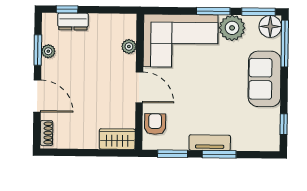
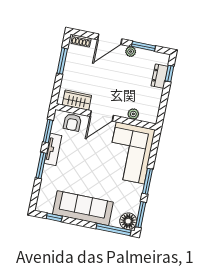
plant: (232, 28) -> (133, 193), removed
plant: (48, 51) -> (131, 52), moved
sofa: (265, 79) -> (83, 208), width x1.36
armchair: (155, 124) -> (72, 122), turned 90
wardrobe: (117, 139) -> (77, 100), moved, turned -90
tv unit: (210, 143) -> (53, 149), moved
window: (77, 153) -> (62, 61), added

